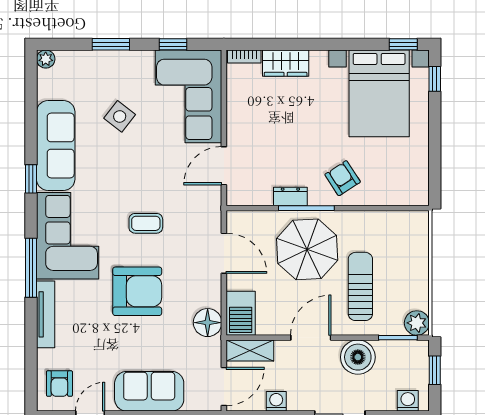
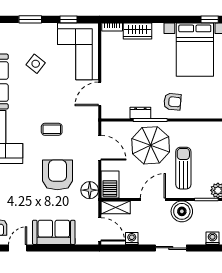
armchair: (343, 178) -> (172, 102), turned 128
armchair: (137, 291) -> (57, 175), moved, turned -90
door: (224, 386) -> (100, 229), hinge flipped

